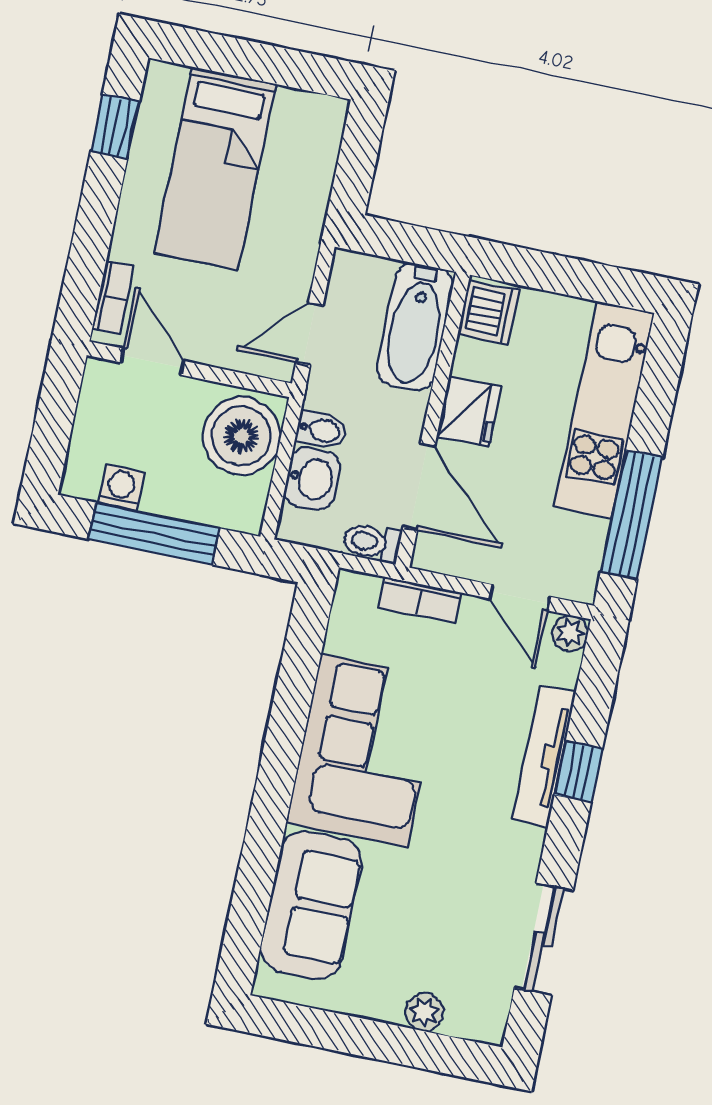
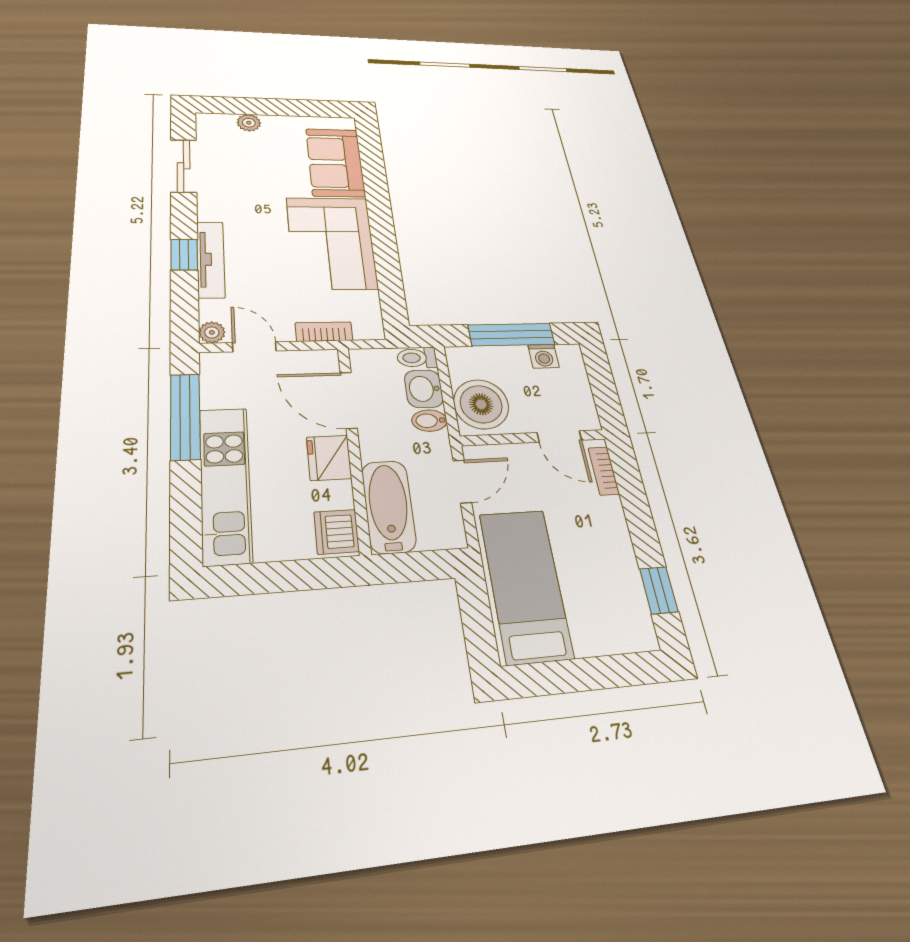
bed: (215, 169) -> (526, 585), moved
toilet: (372, 542) -> (417, 358), moved, turned 180

